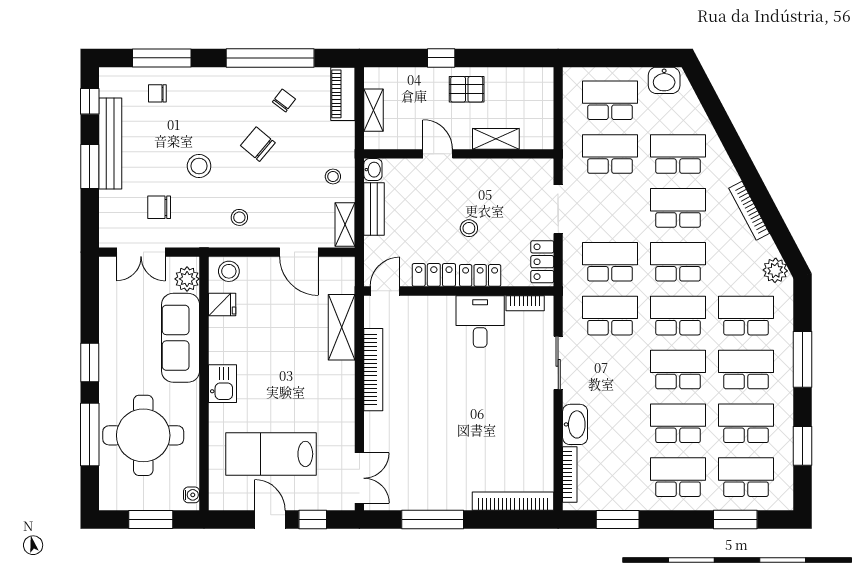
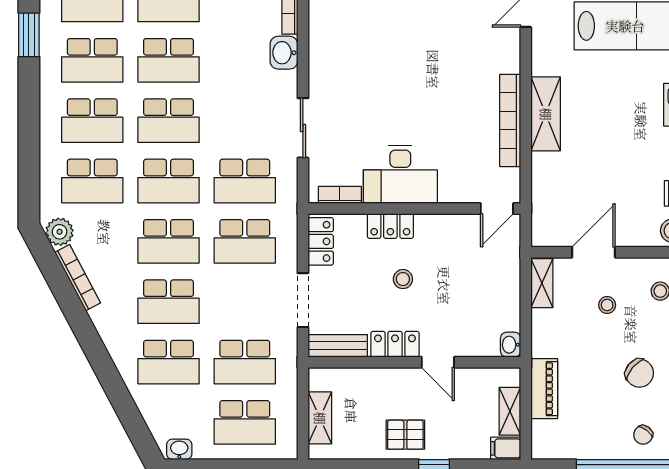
filing cabinet: (377, 77) -> (506, 448), added
washbasin: (664, 80) -> (179, 449), width x0.72, depth x0.69
piano: (343, 94) -> (544, 389), moved
chair: (284, 100) -> (643, 435), moved
shelving: (496, 139) -> (320, 418), moved, turned 90
stool: (333, 176) -> (607, 305), moved
bench: (374, 209) -> (338, 346), moved, turned 90
bookcase: (749, 211) -> (78, 278), moved
door: (299, 252) -> (594, 252), hinge flipped
locker: (434, 275) -> (395, 344), moved, turned 180
desk: (480, 321) -> (400, 174), width x1.37
shelving: (342, 327) -> (546, 114), moved
window: (803, 359) -> (29, 132), removed
washbasin: (575, 424) -> (284, 53), width x0.72

